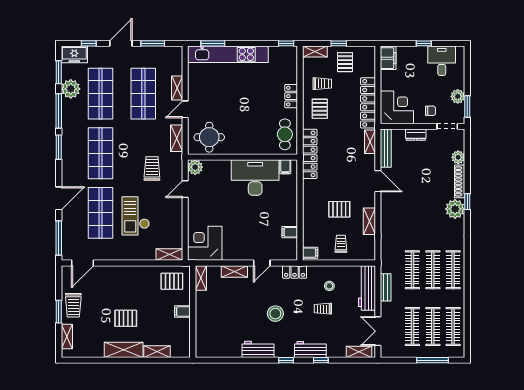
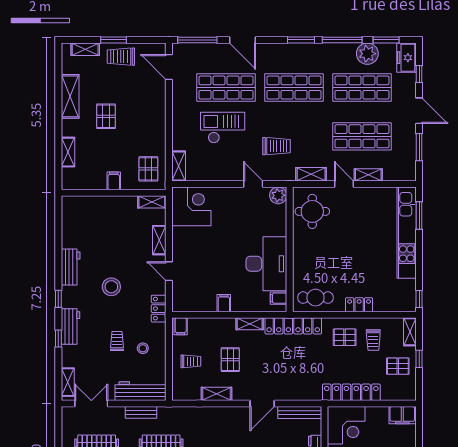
shelving: (370, 142) -> (250, 324), moved
filing cabinet: (290, 232) -> (224, 303), moved
shelving: (124, 350) -> (70, 96), moved

